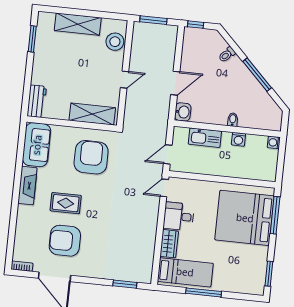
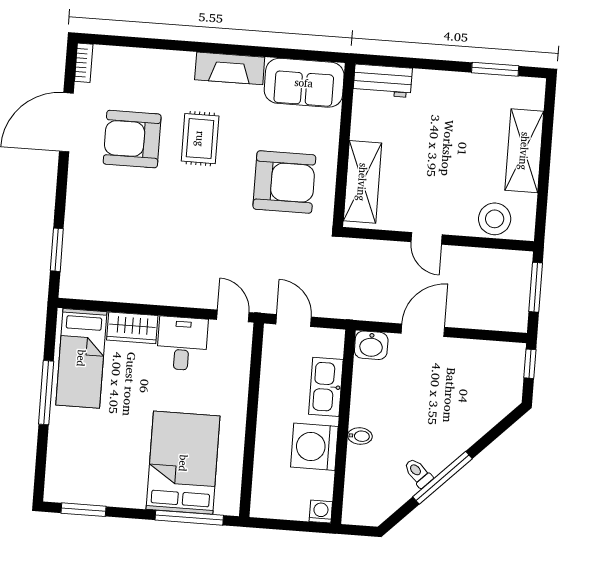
toilet: (227, 55) -> (418, 473), moved
door: (175, 83) -> (423, 330), swing flipped
washing machine: (238, 139) -> (314, 447), width x1.89, depth x1.89
bed: (245, 218) -> (183, 463), width x0.73
armchair: (65, 241) -> (132, 139), turned -90

